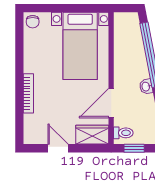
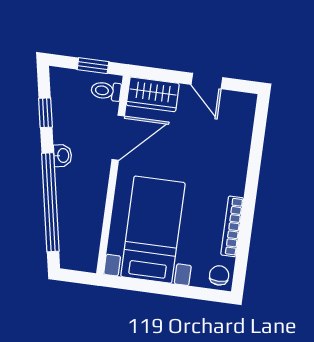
bookcase: (28, 93) -> (232, 226), moved

